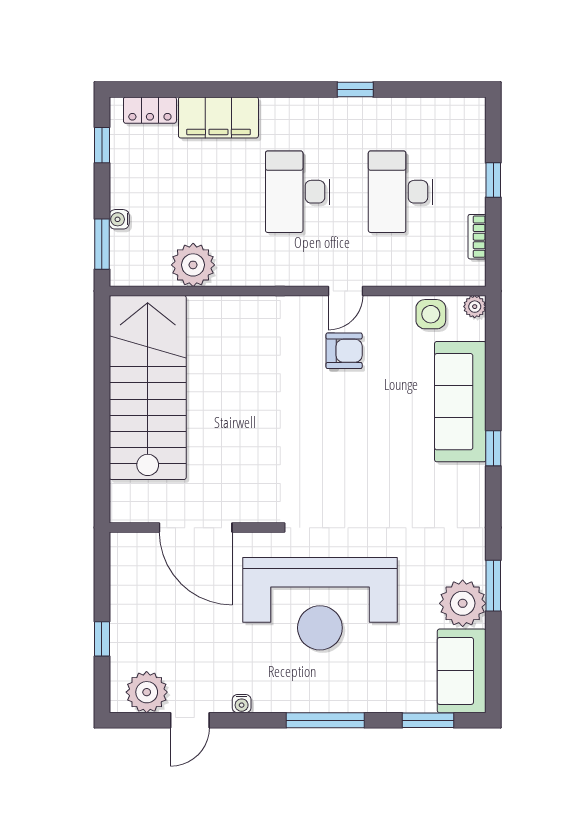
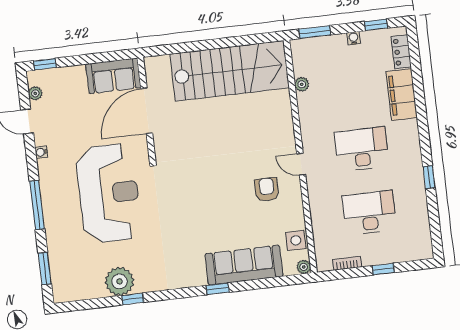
water cooler: (119, 219) -> (354, 38), moved
plant: (193, 265) -> (302, 84), width x0.53, depth x0.53
door: (345, 291) -> (301, 164), moved
armchair: (344, 351) -> (267, 189), turned 180
window: (493, 586) -> (133, 299), width x0.67
reception desk: (320, 604) -> (109, 193), turned 180
window: (102, 639) -> (45, 64), moved
sofa: (462, 671) -> (113, 76), moved, turned 180
plant: (147, 692) -> (35, 93), width x0.53, depth x0.53

